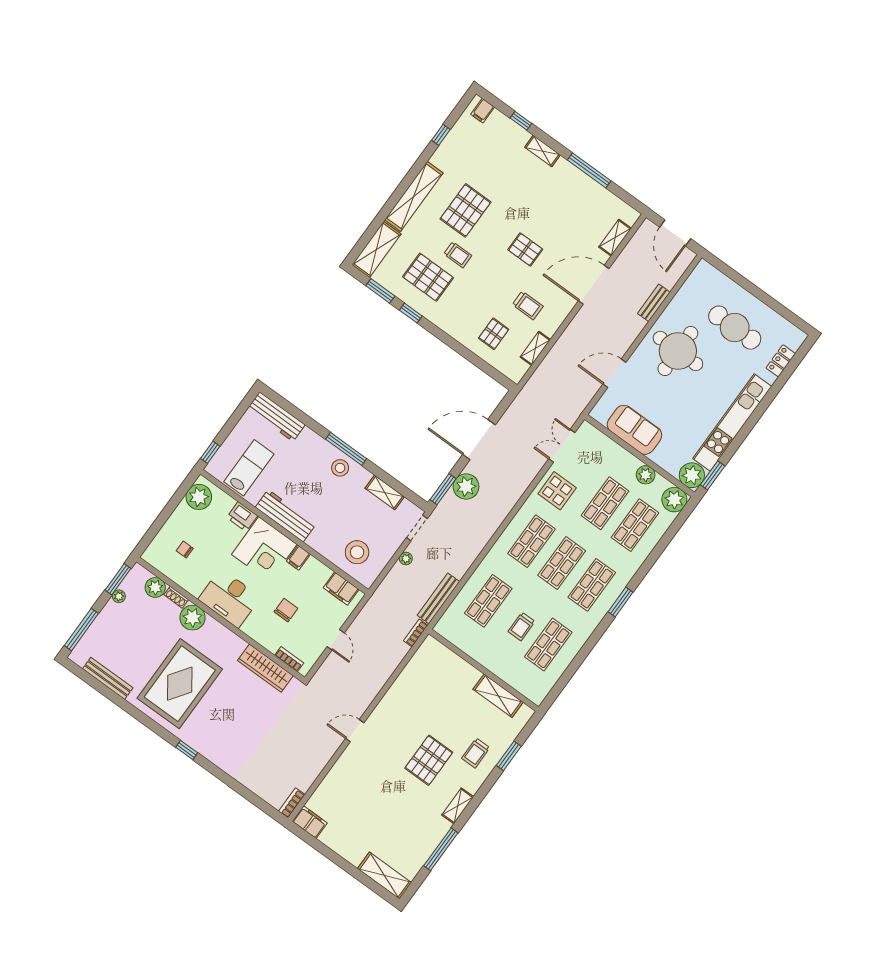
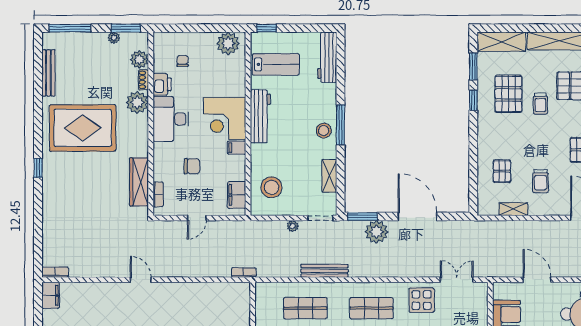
pallet: (494, 334) -> (502, 171), turned 90
printer: (242, 517) -> (162, 84), moved, turned 180
bench: (438, 598) -> (324, 271), moved

